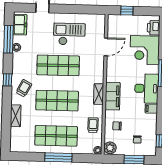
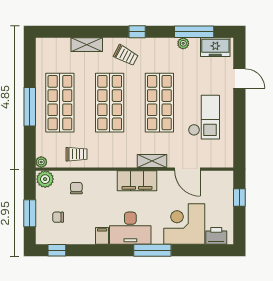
shelving: (99, 94) -> (152, 161), moved
filing cabinet: (113, 96) -> (137, 181), moved

